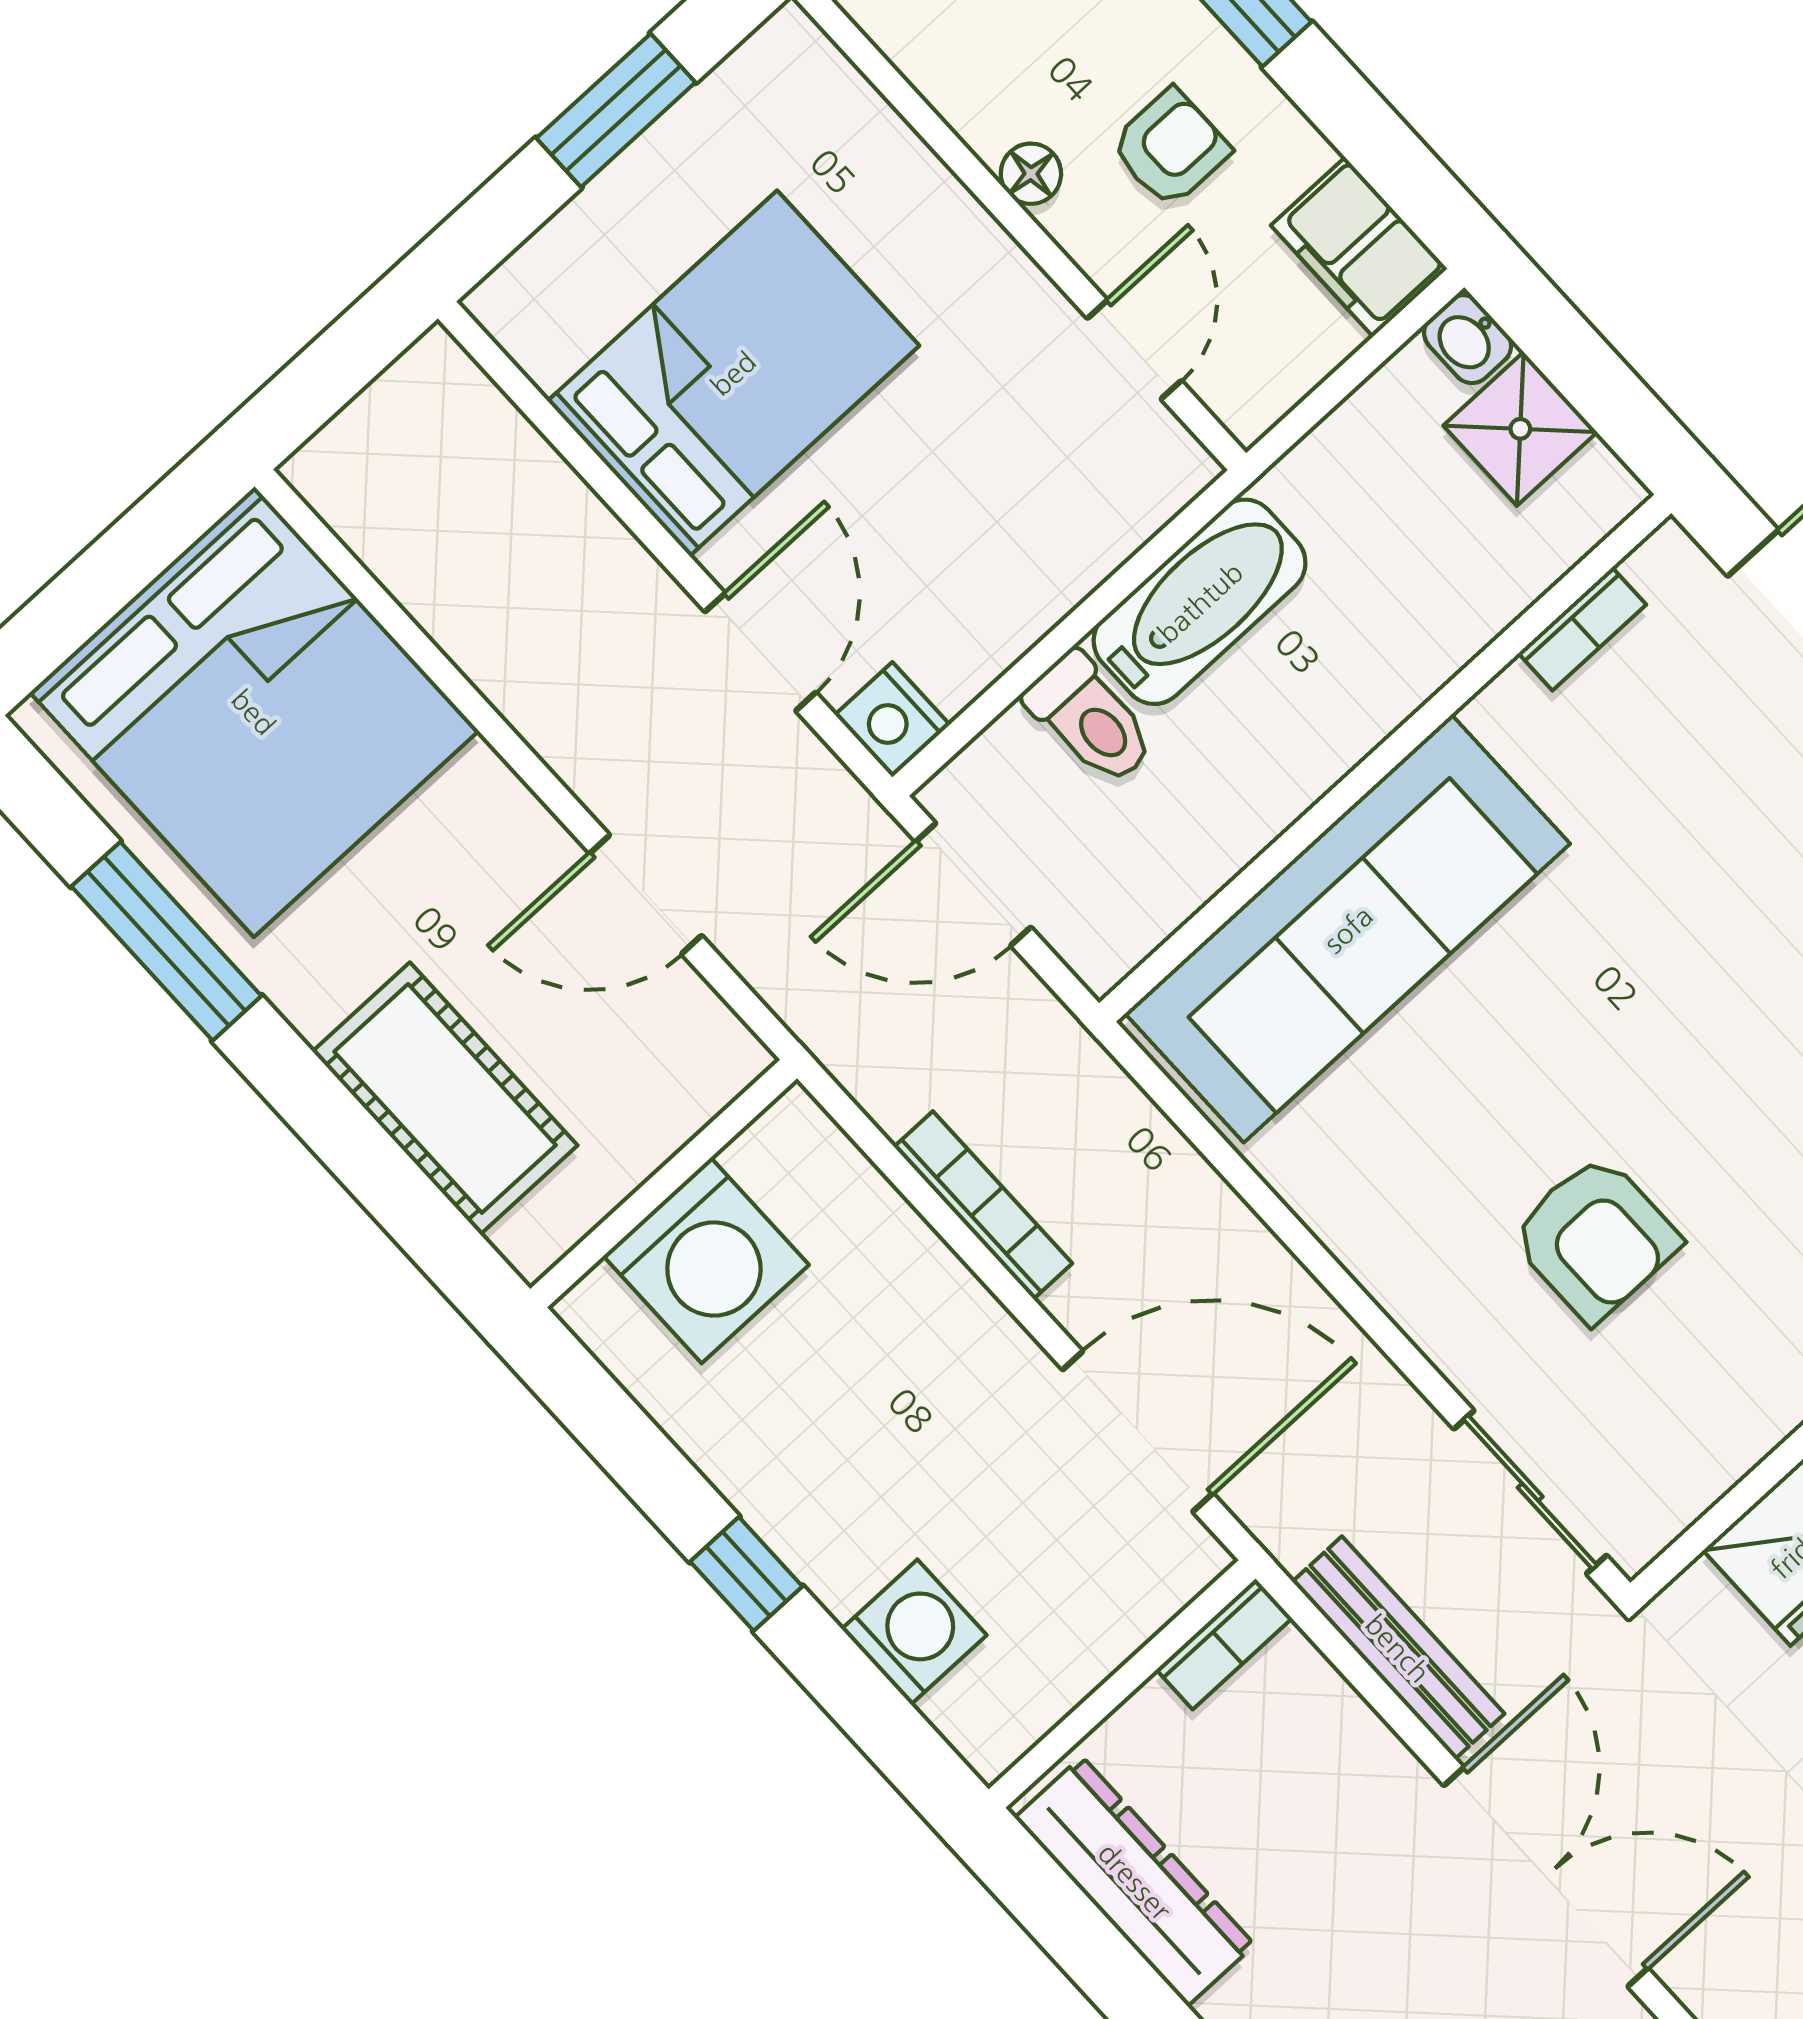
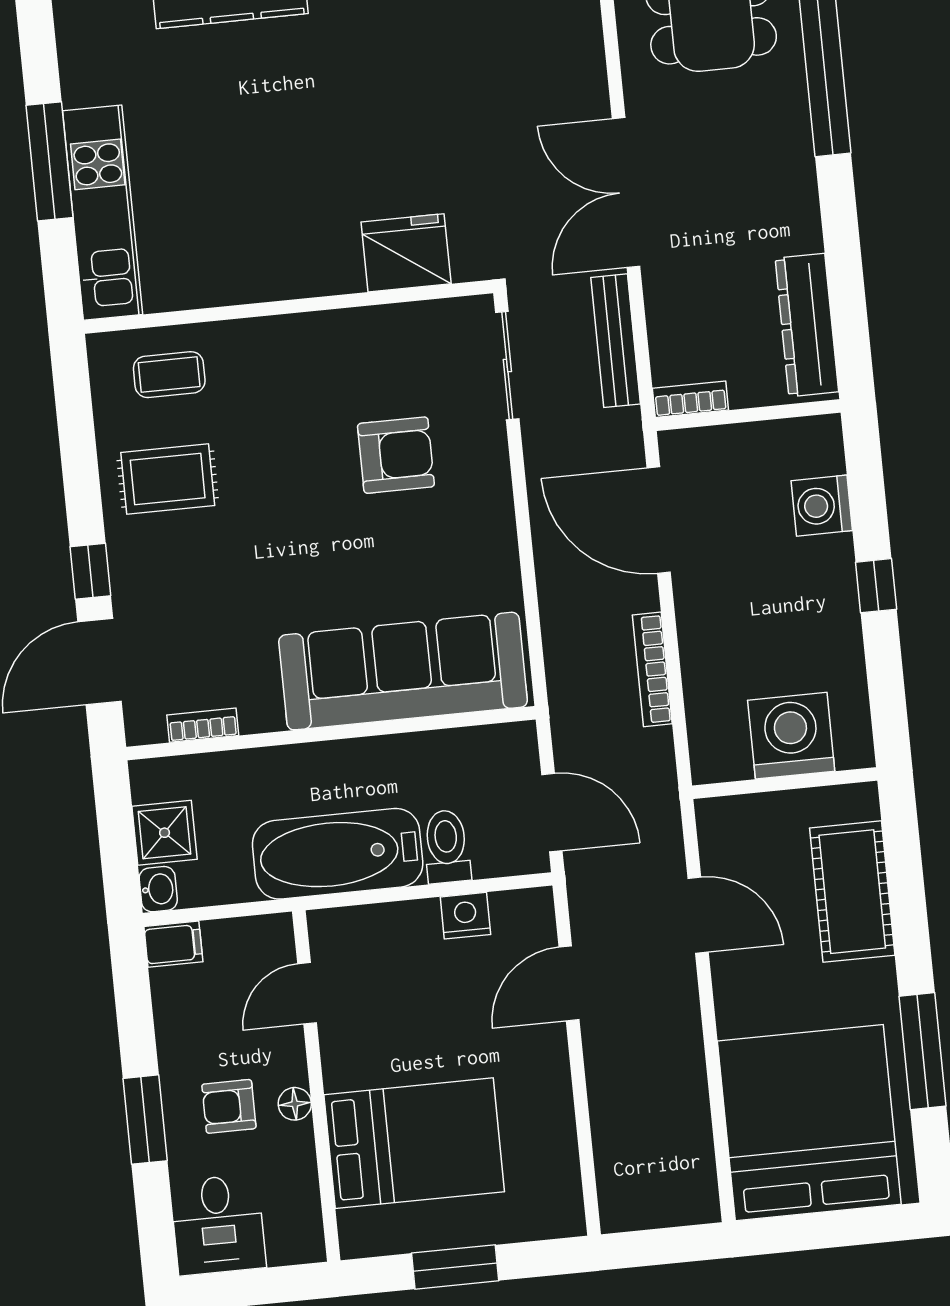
armchair: (1170, 148) -> (229, 1106), moved
filing cabinet: (1359, 247) -> (173, 944), width x0.50
bed: (733, 373) -> (414, 1143), moved, turned 180
bathtub: (1200, 602) -> (338, 854), width x1.36, depth x1.36
nightstand: (892, 720) -> (465, 916), moved, turned -90
armchair: (1595, 1238) -> (396, 455), turned 90

